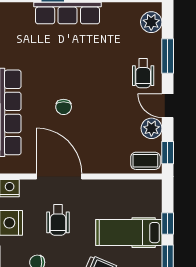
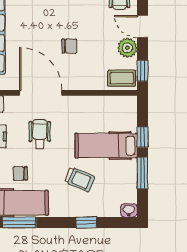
chair: (64, 107) -> (69, 46), moved, turned -90
wheelchair: (58, 220) -> (40, 134), turned 180

